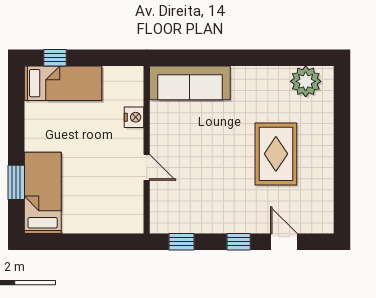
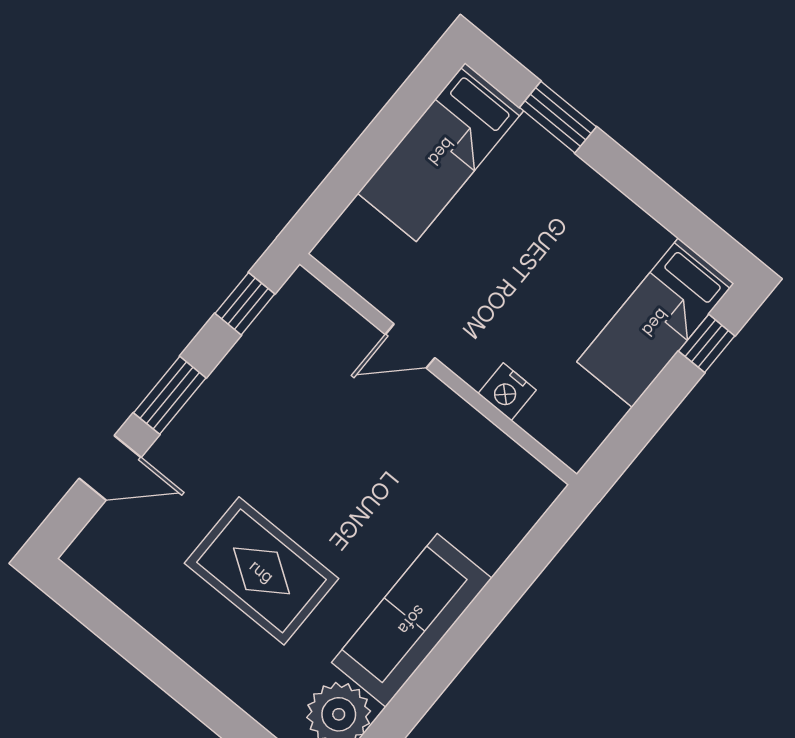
sofa: (190, 83) -> (412, 620), moved
bed: (43, 193) -> (441, 152), moved, turned 90
window: (239, 242) -> (170, 395), width x1.50

